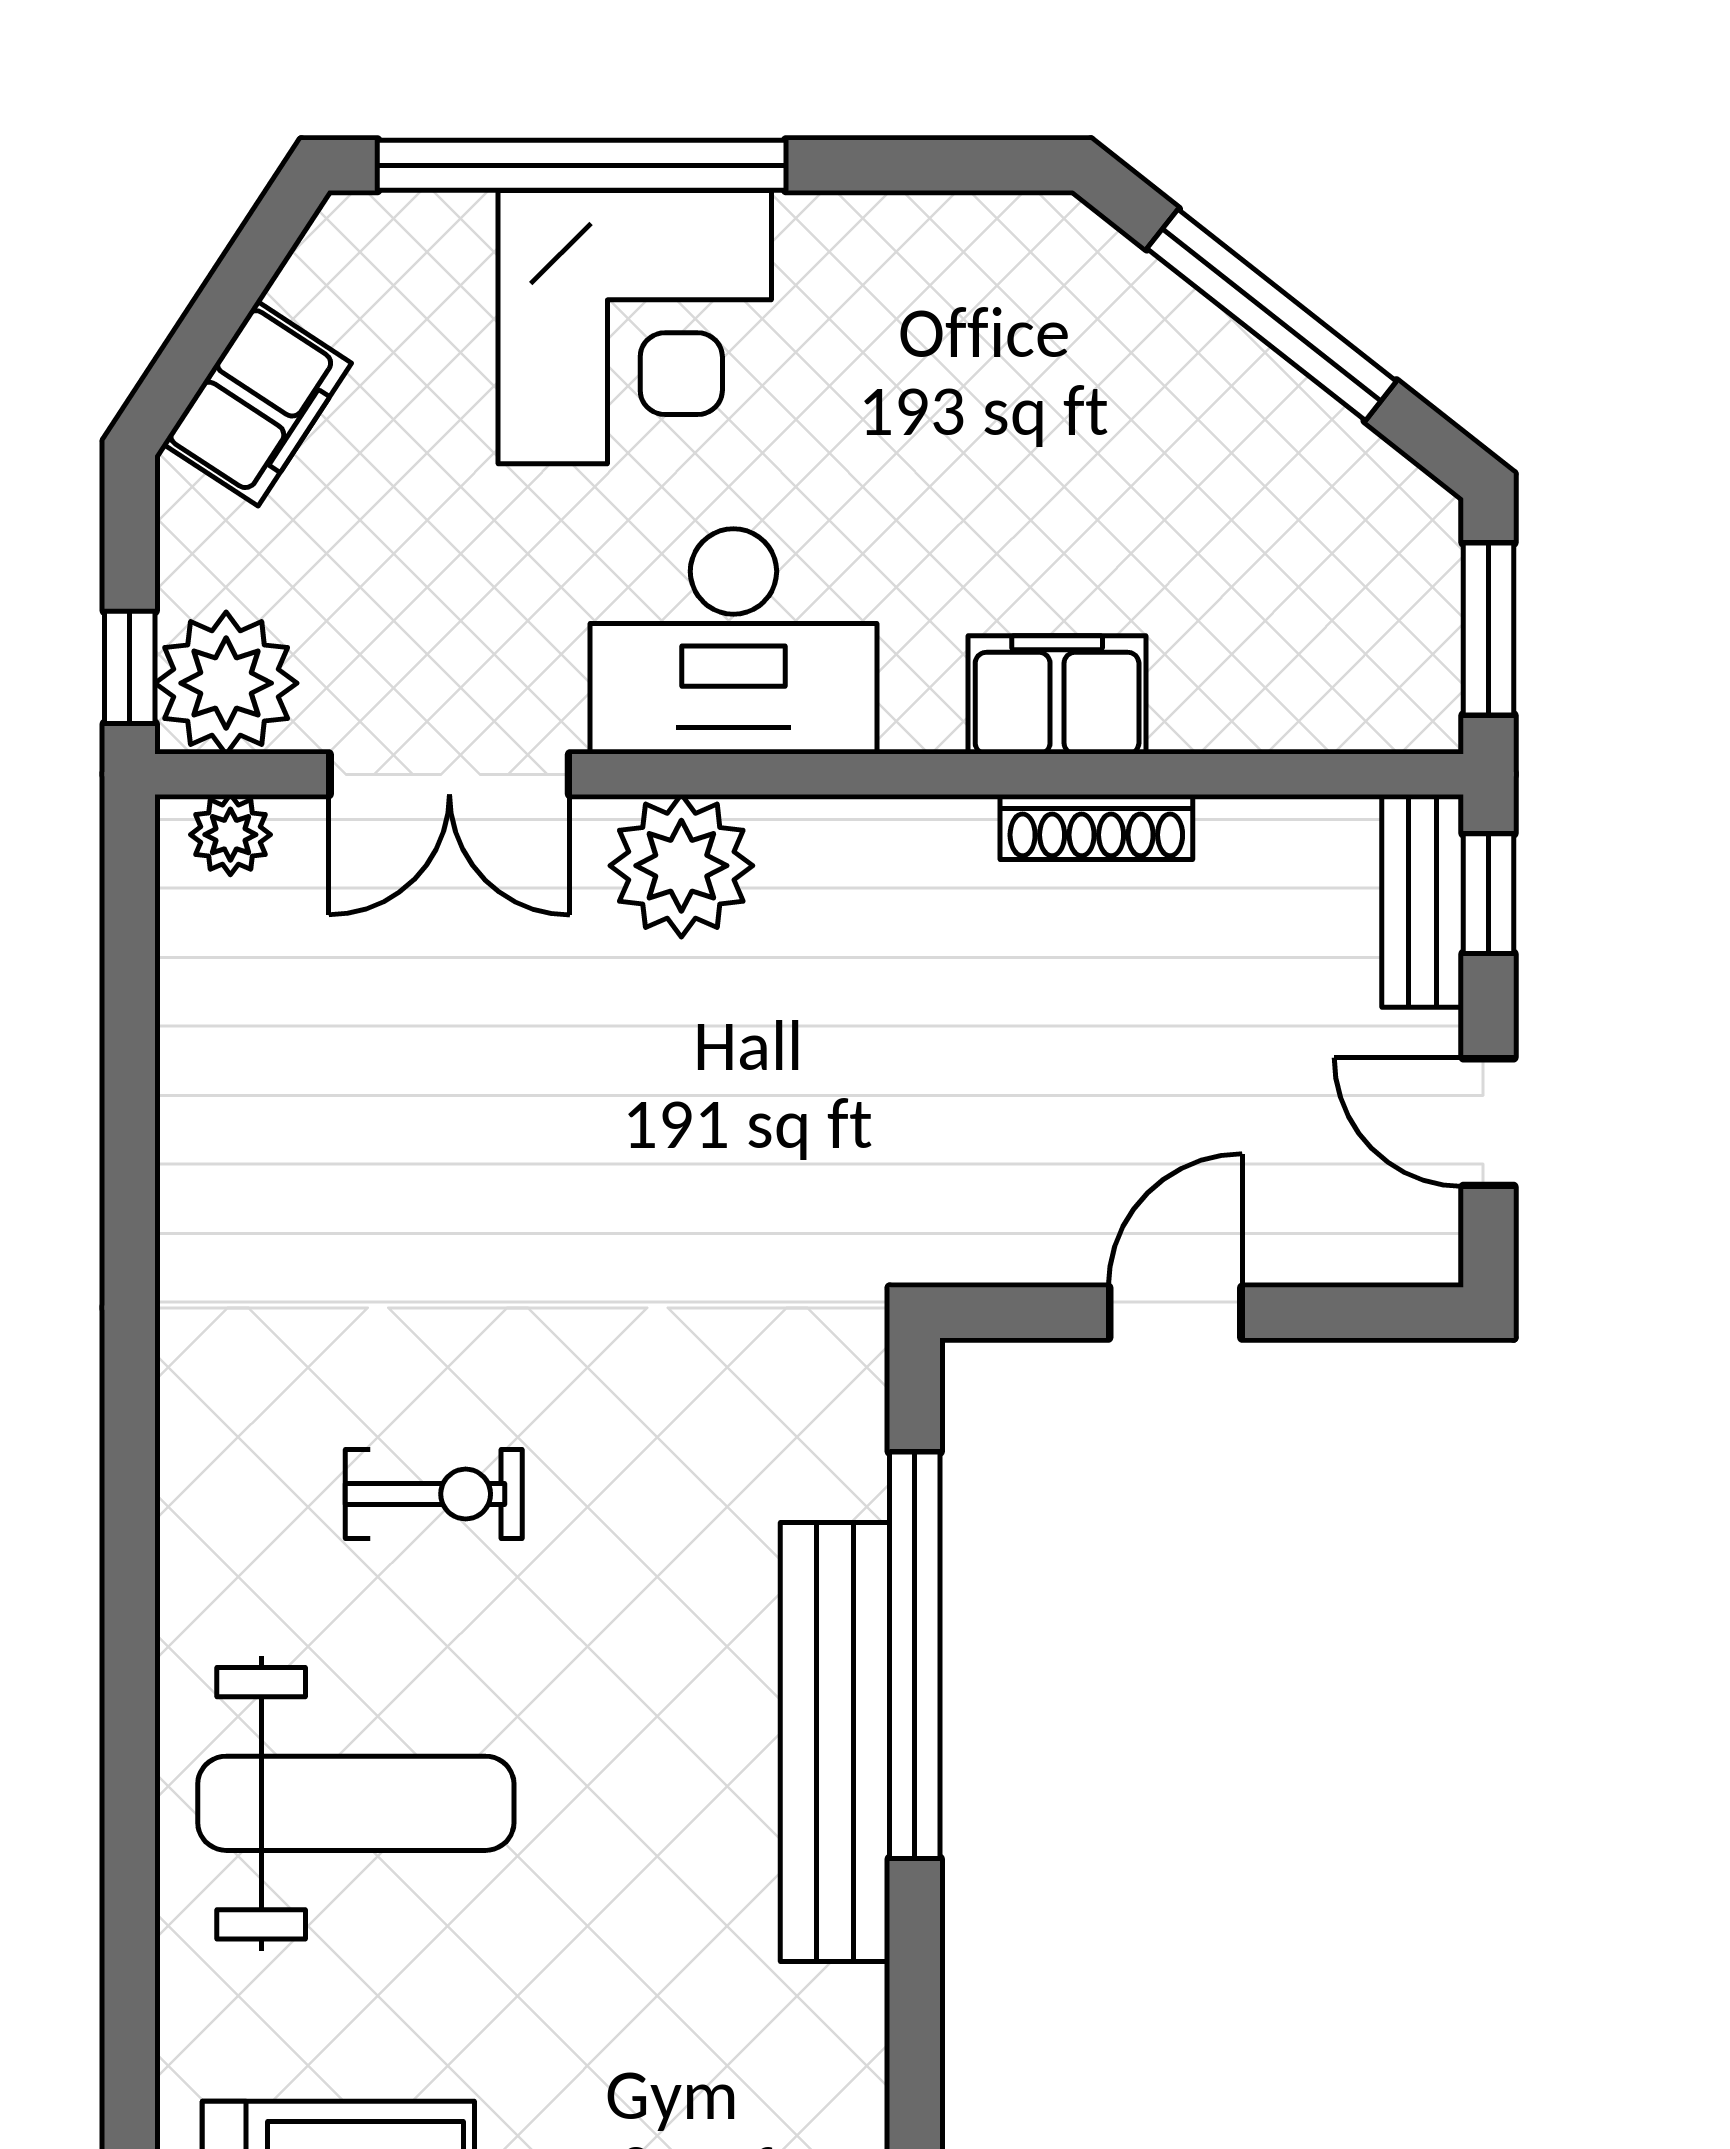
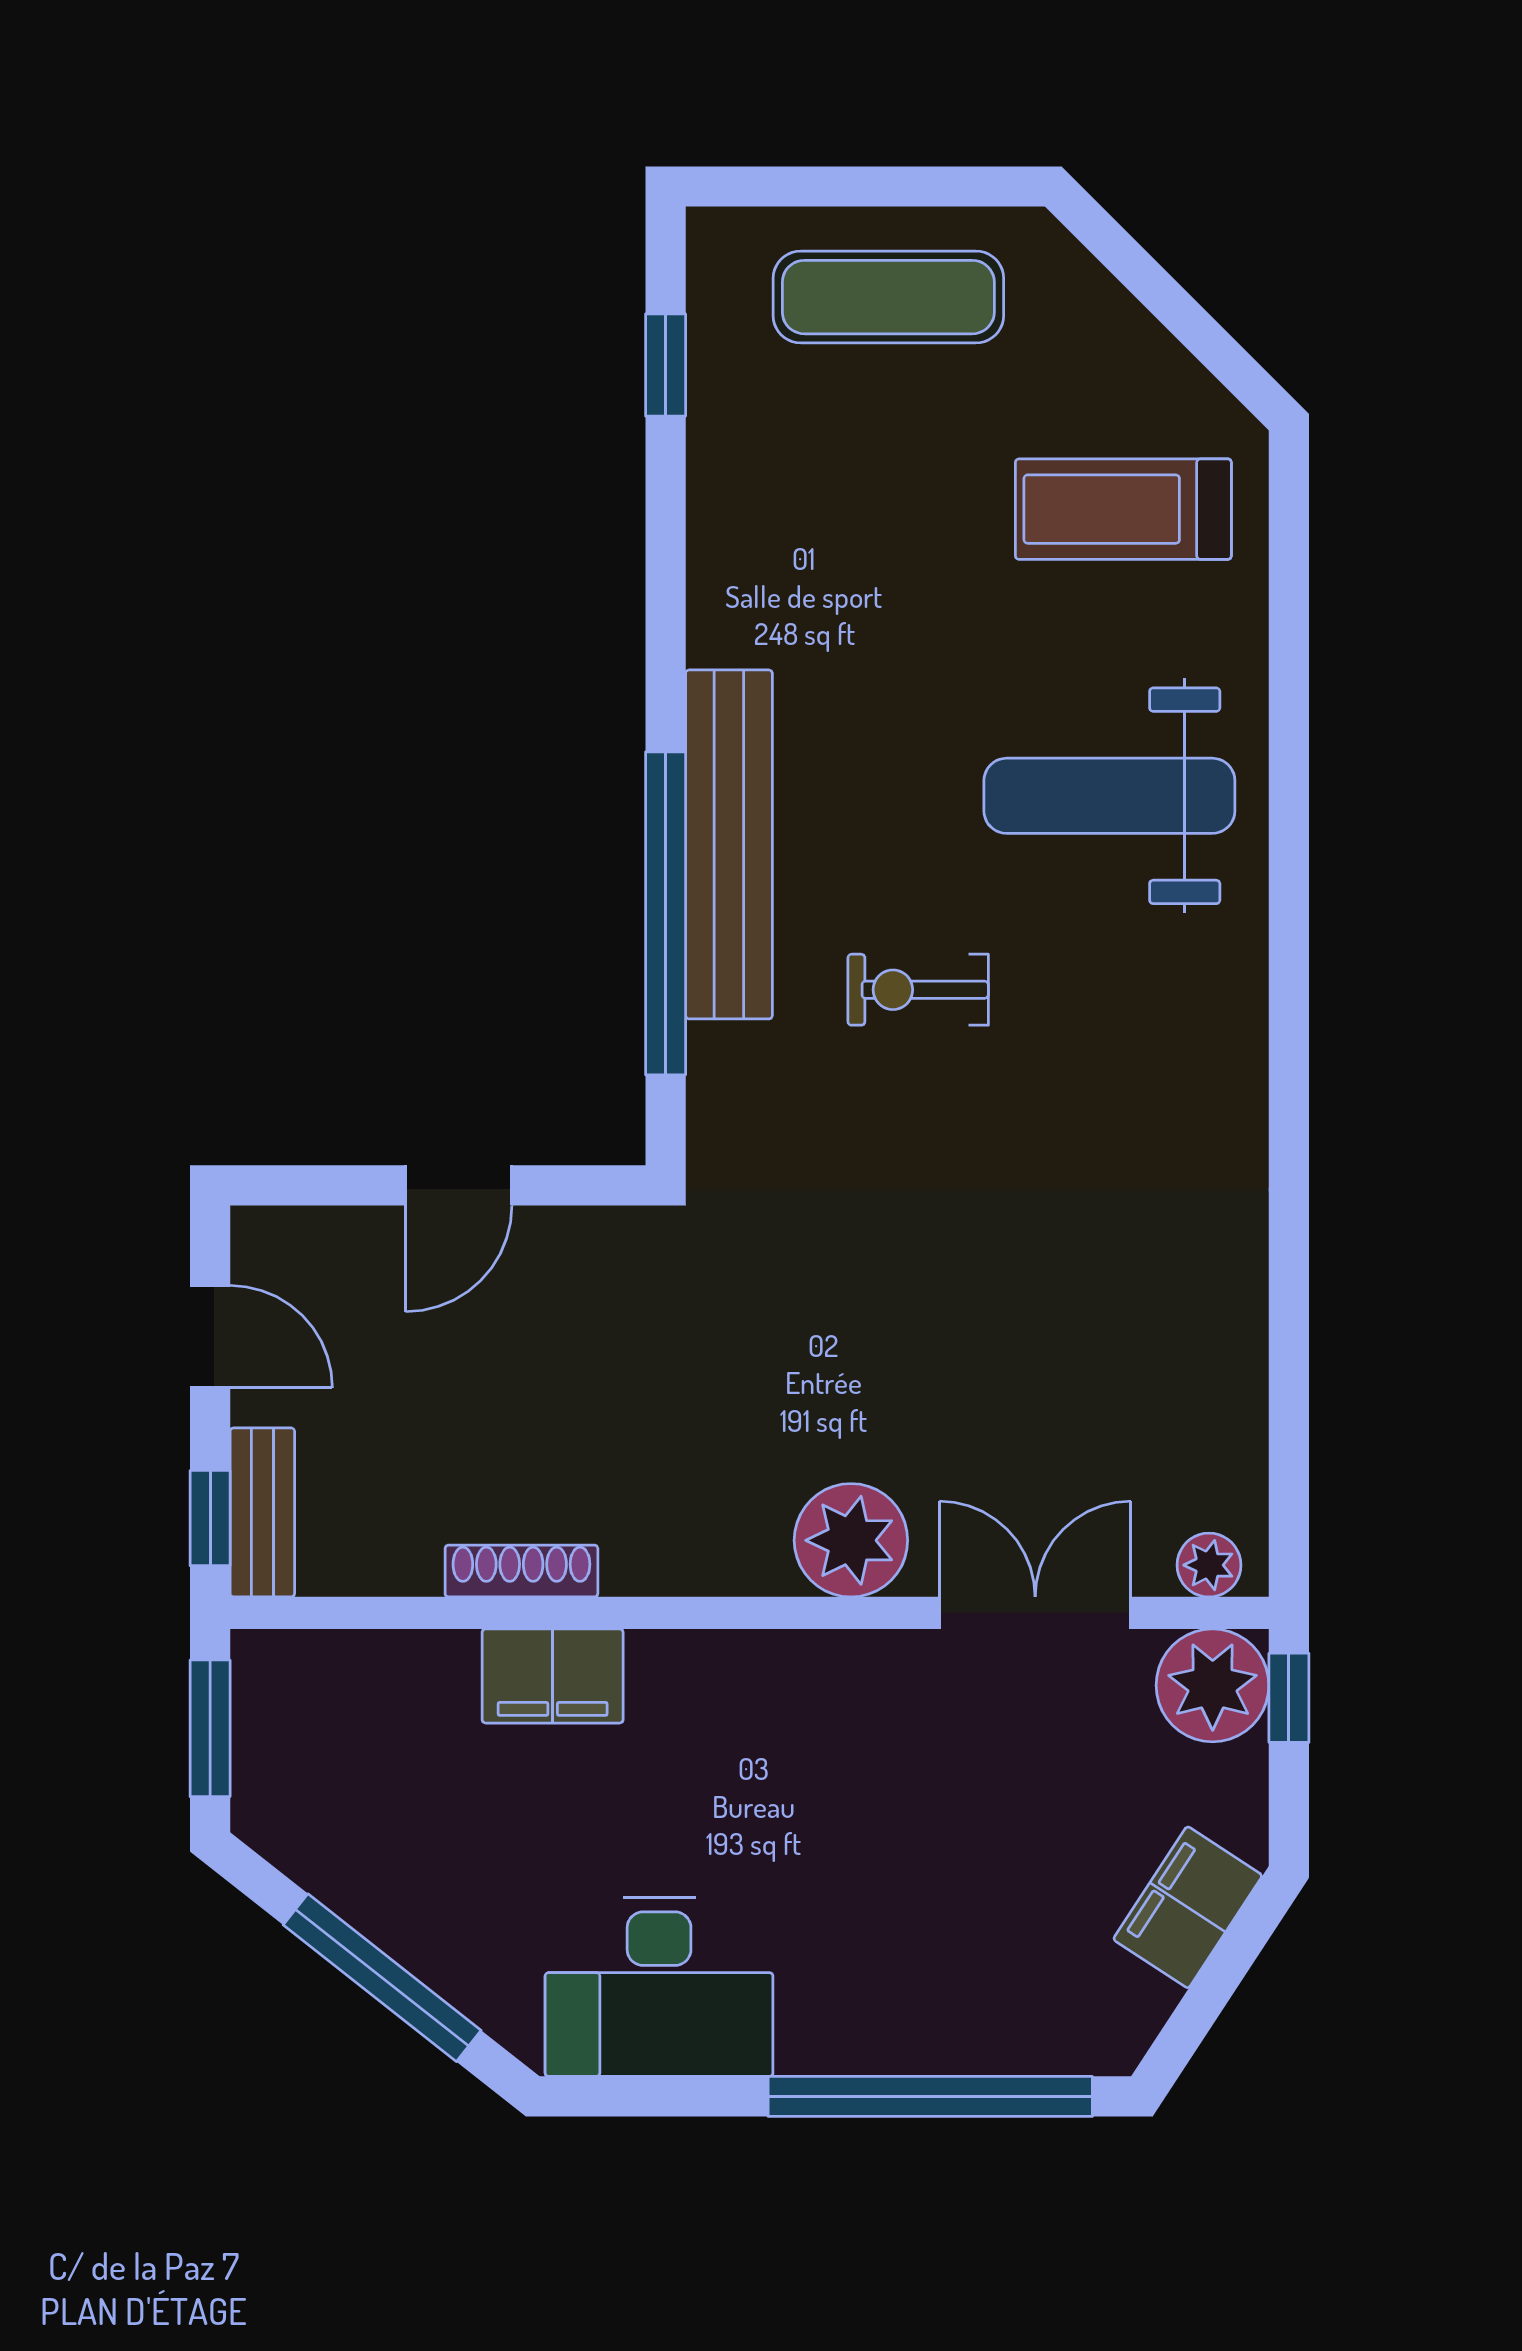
corner desk: (635, 327) -> (888, 1968), removed
desk: (733, 641) -> (659, 1987), moved, turned 180
exercise bike: (434, 1494) -> (918, 990), moved

